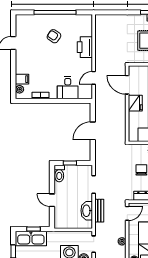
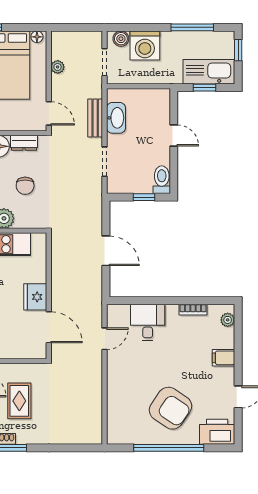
armchair: (54, 36) -> (170, 408), width x1.88, depth x1.88
printer: (85, 47) -> (217, 432), moved, turned -90
filing cabinet: (22, 79) -> (224, 358), moved
door: (93, 131) -> (106, 251), hinge flipped
door: (127, 213) -> (49, 113), swing flipped

